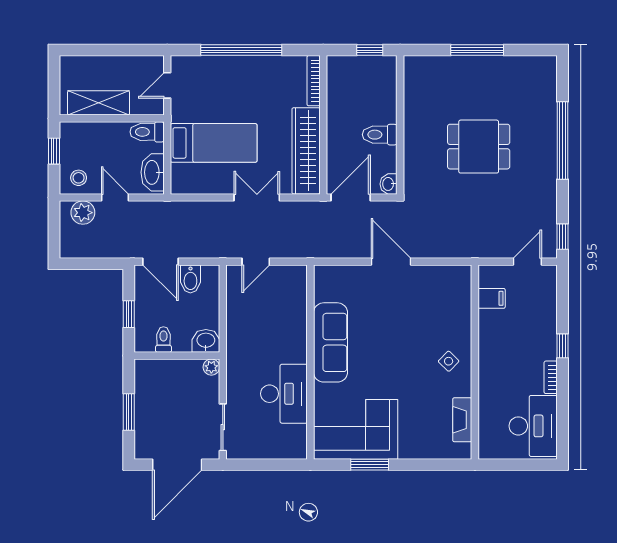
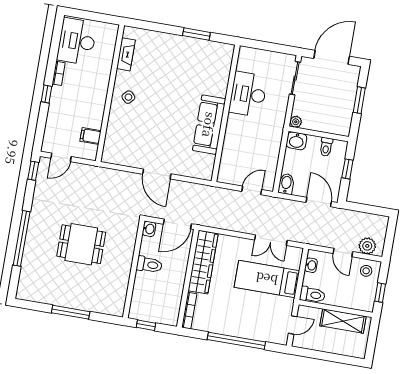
washbasin: (153, 172) -> (311, 265), width x0.52, depth x0.69
double door: (257, 198) -> (271, 240), moved
bidet: (190, 279) -> (286, 184), moved
corner sofa: (356, 429) -> (202, 61), removed

